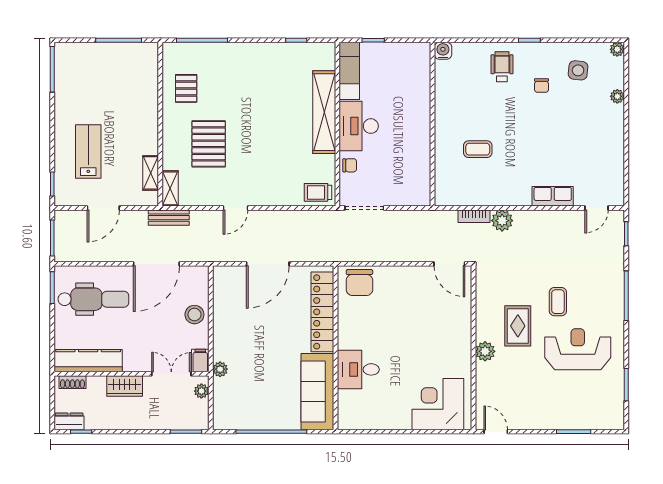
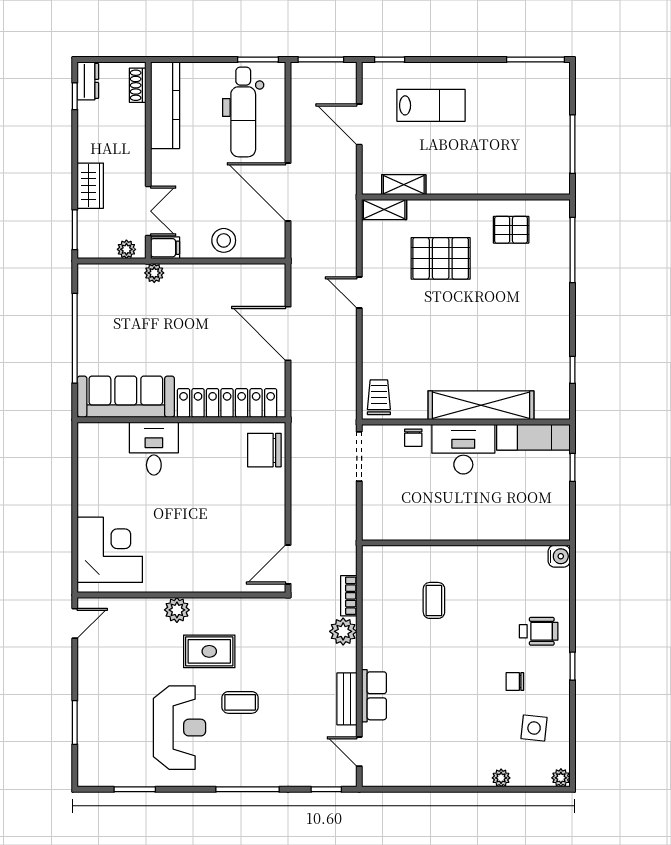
bench: (169, 218) -> (347, 699), moved
wardrobe: (125, 386) -> (90, 186), moved, turned 180

